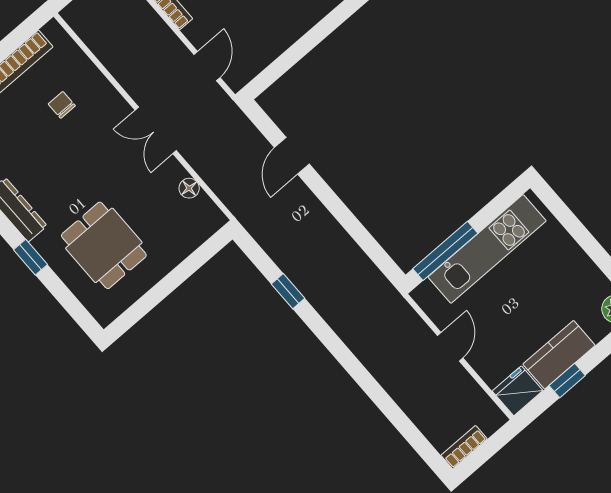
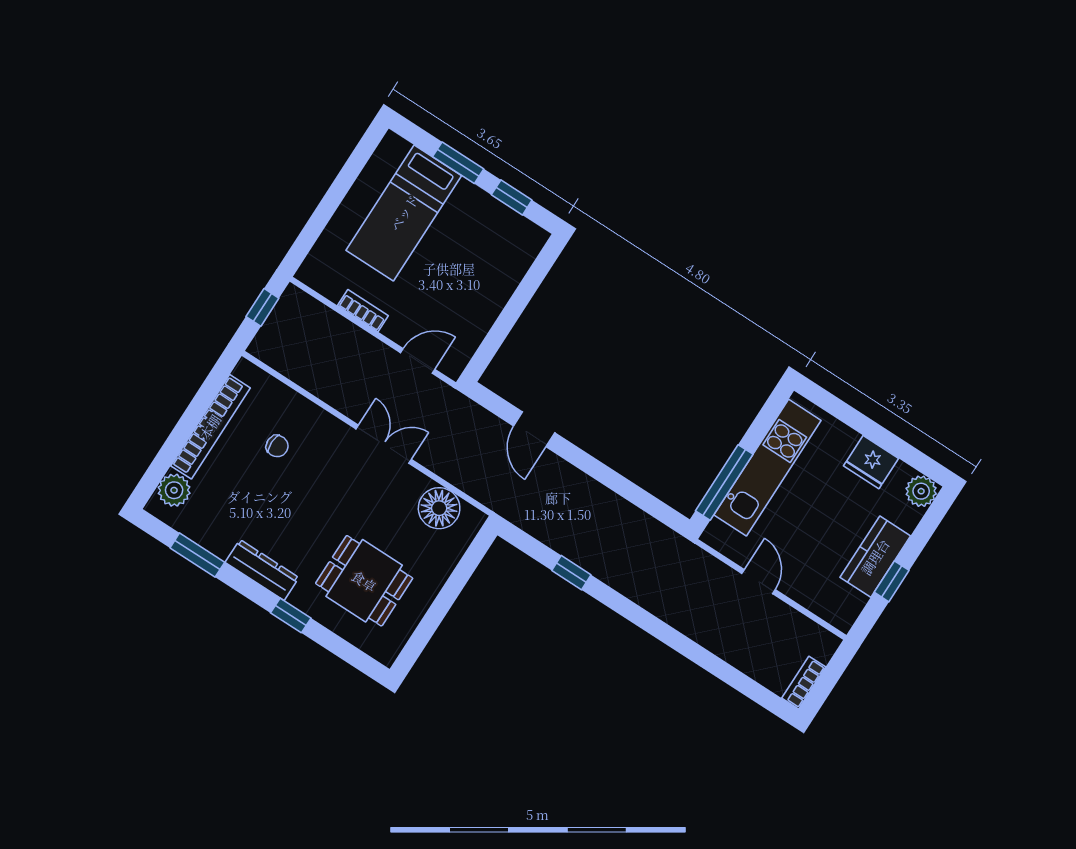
door: (207, 66) -> (418, 361), hinge flipped
chair: (62, 105) -> (277, 446), turned 180
double door: (156, 130) -> (384, 444), swing flipped
floor lamp: (189, 188) -> (439, 508), width x1.89, depth x1.89
fridge: (518, 391) -> (871, 462), moved, turned -90

